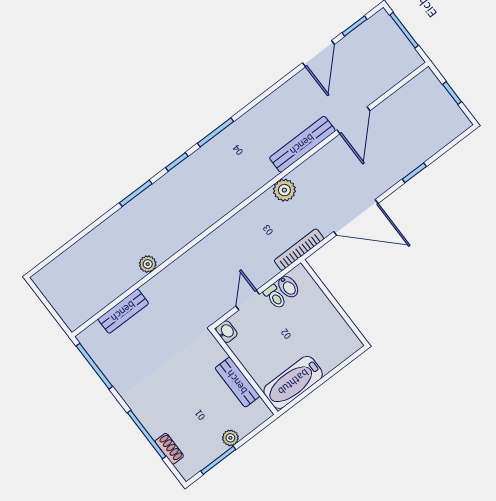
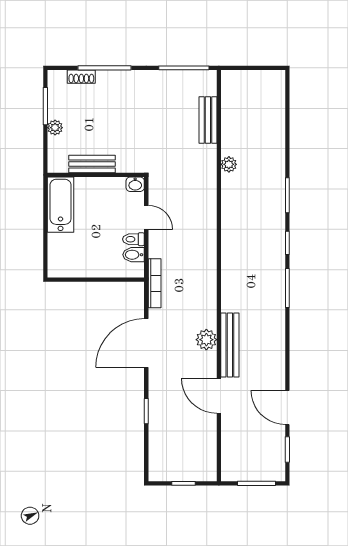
plant: (284, 190) -> (206, 340), moved

